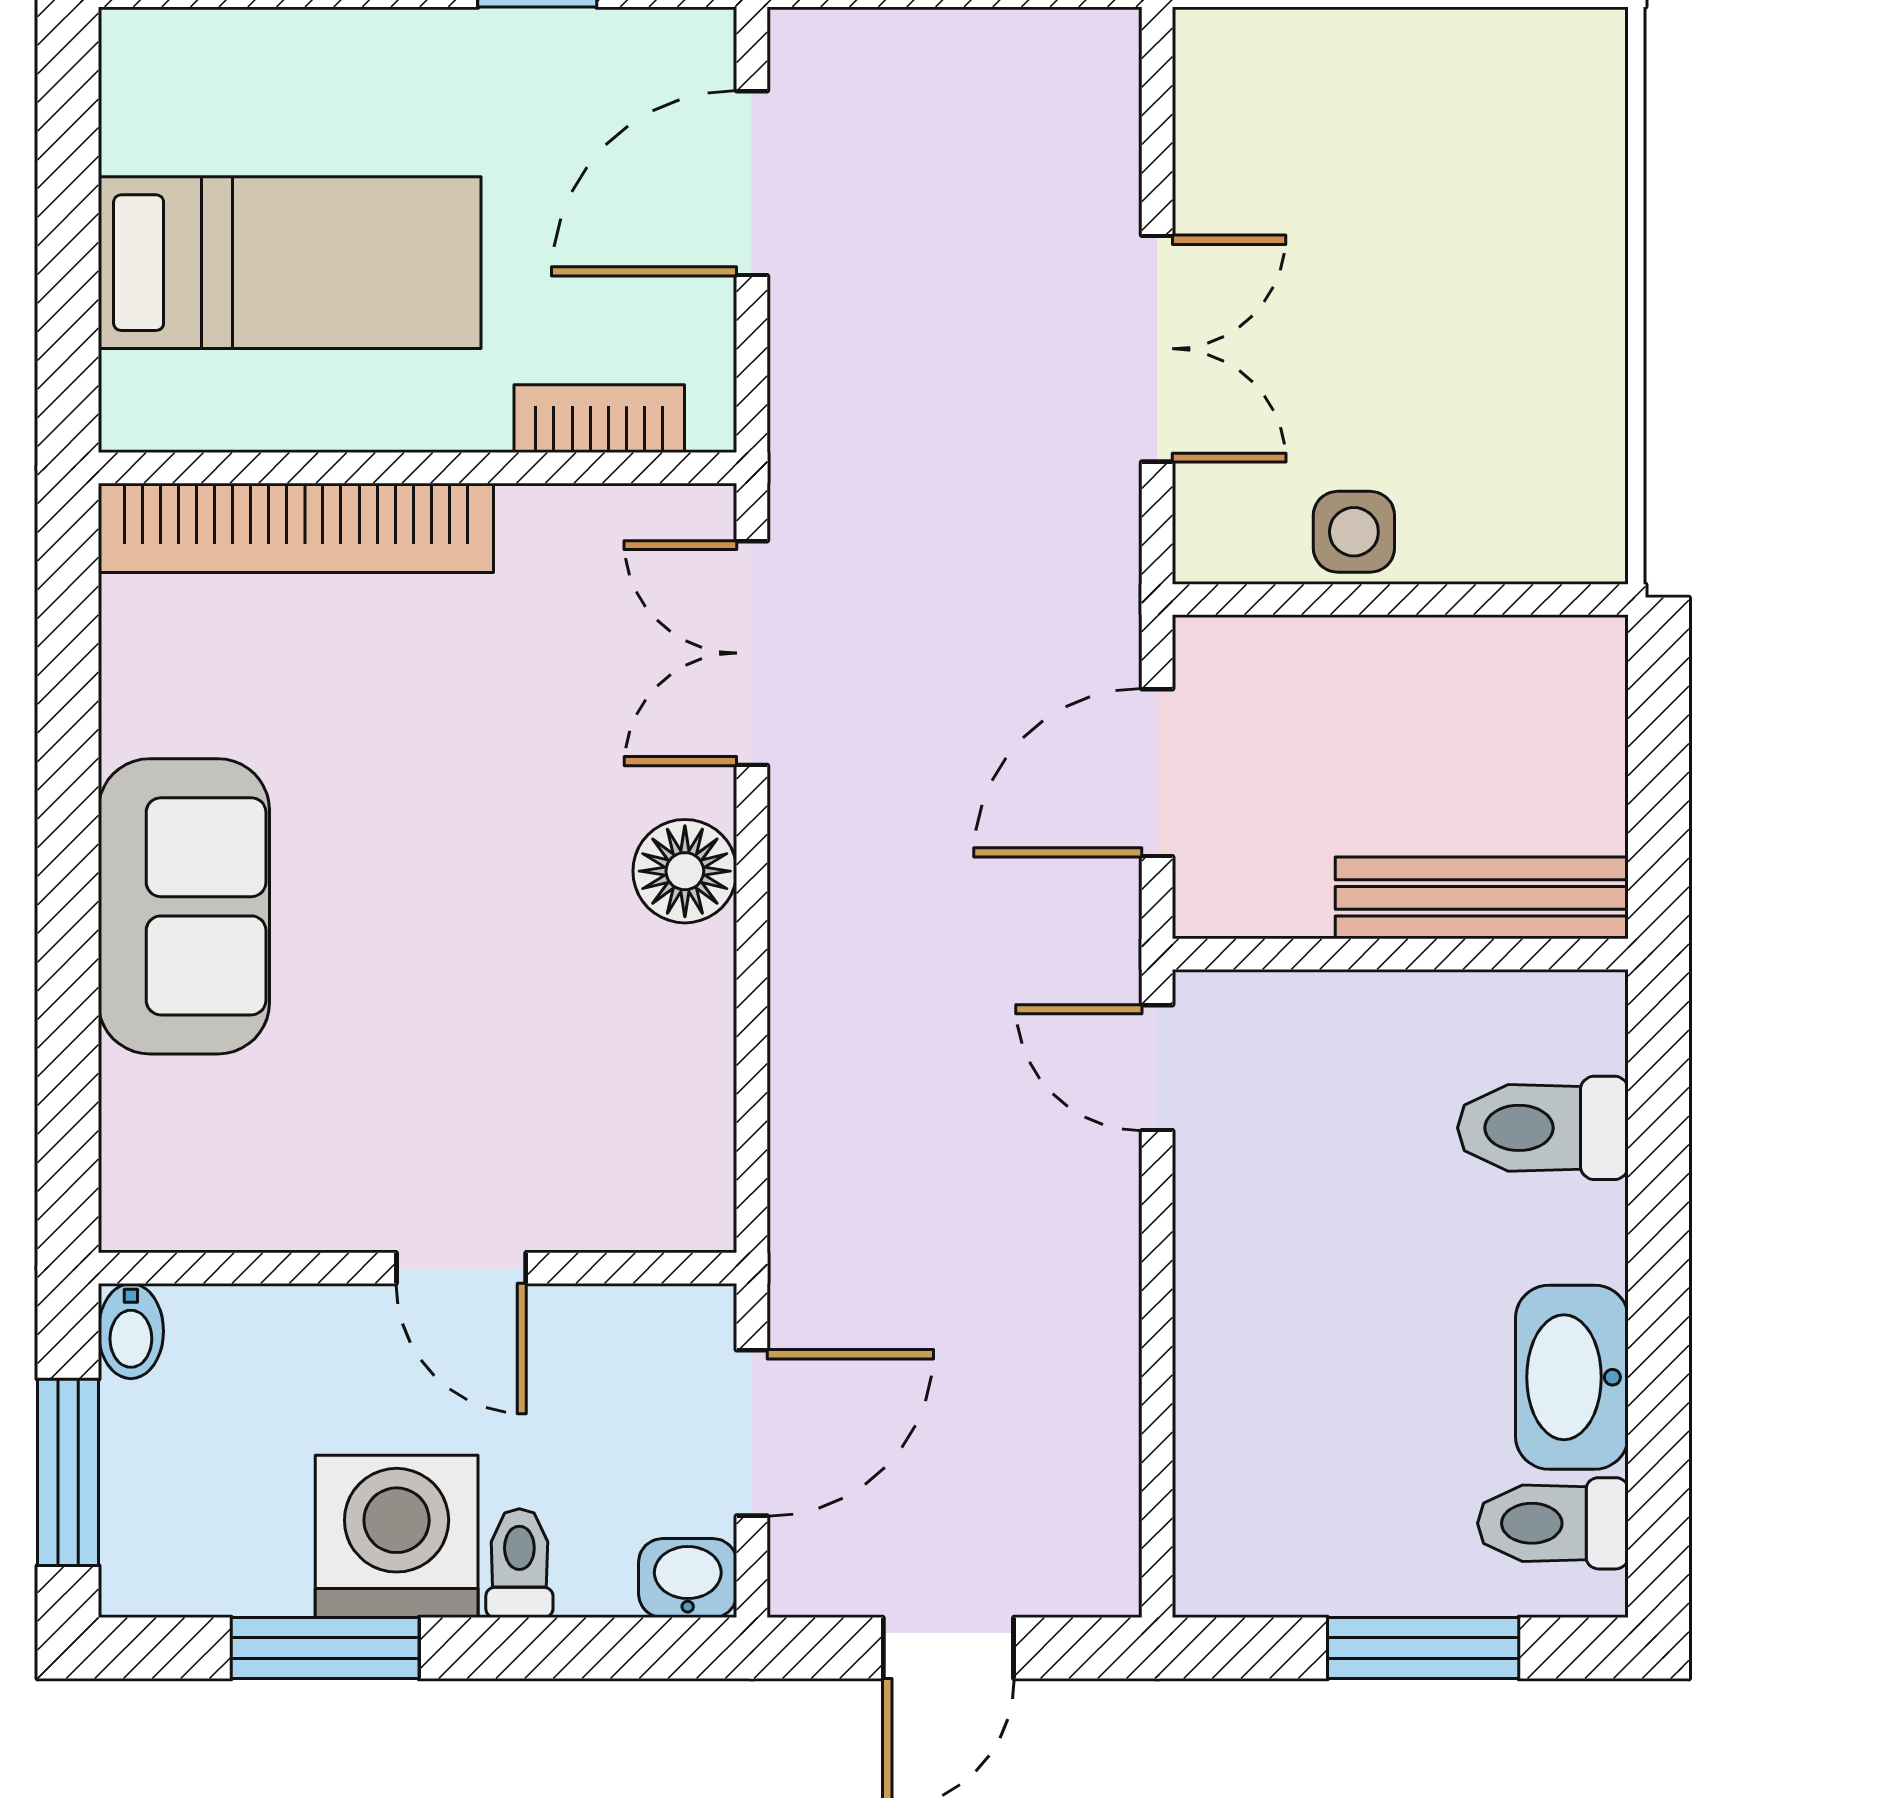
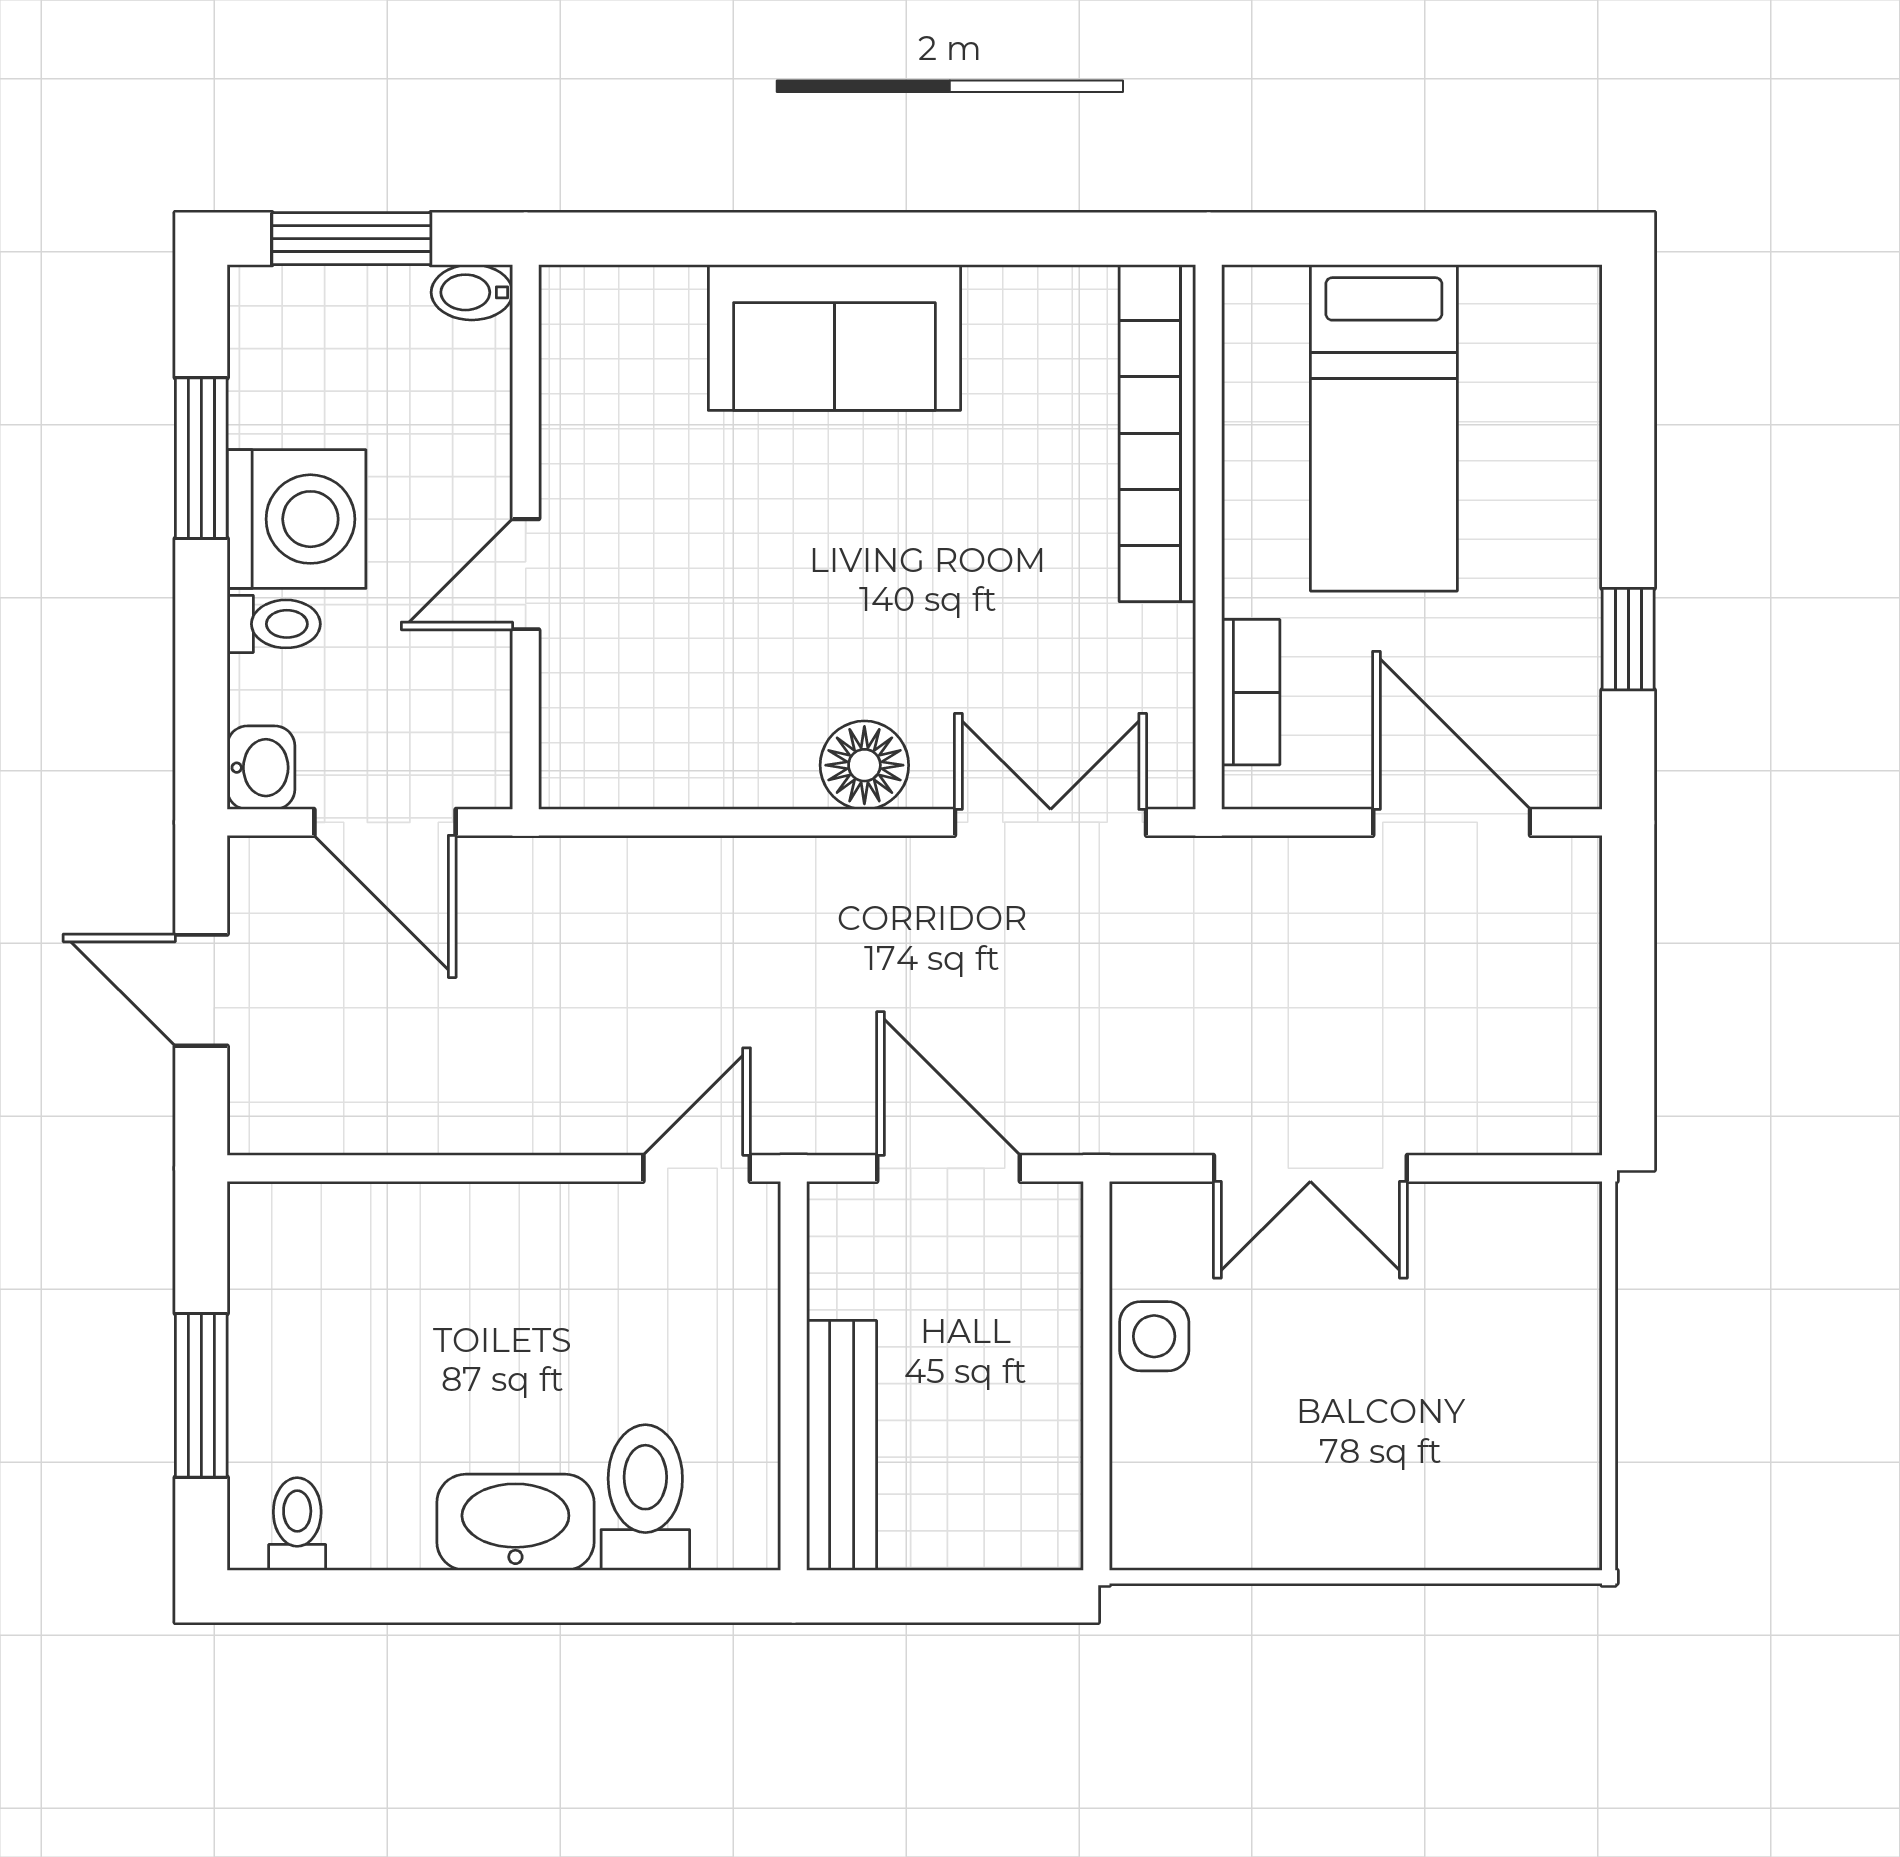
washbasin: (1572, 1377) -> (515, 1522), moved
toilet: (1553, 1523) -> (297, 1524), width x0.73, depth x0.72

